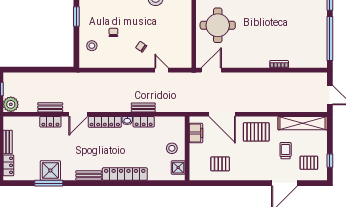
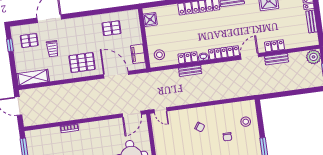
door: (162, 70) -> (160, 110), moved
shelving: (303, 123) -> (33, 78), width x0.68
stool: (172, 148) -> (159, 55), moved

